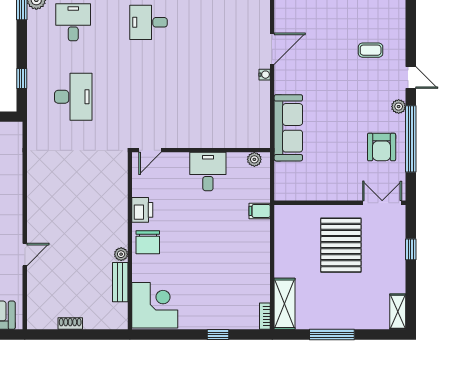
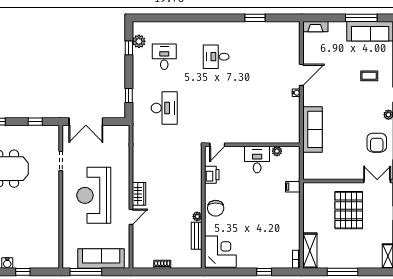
plant: (254, 159) -> (277, 151), moved
printer: (142, 210) -> (212, 175), moved
wardrobe: (36, 221) -> (139, 194), added

